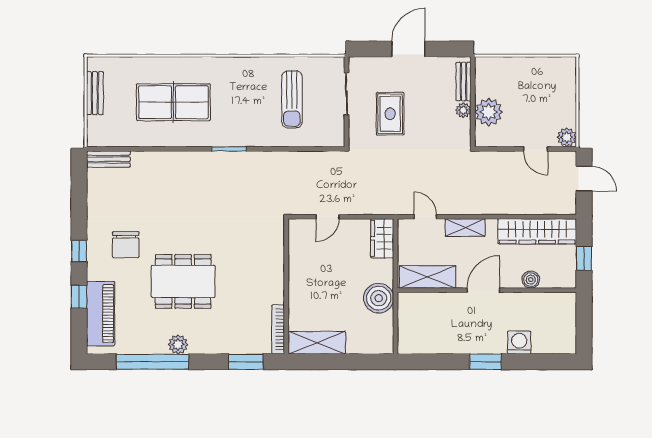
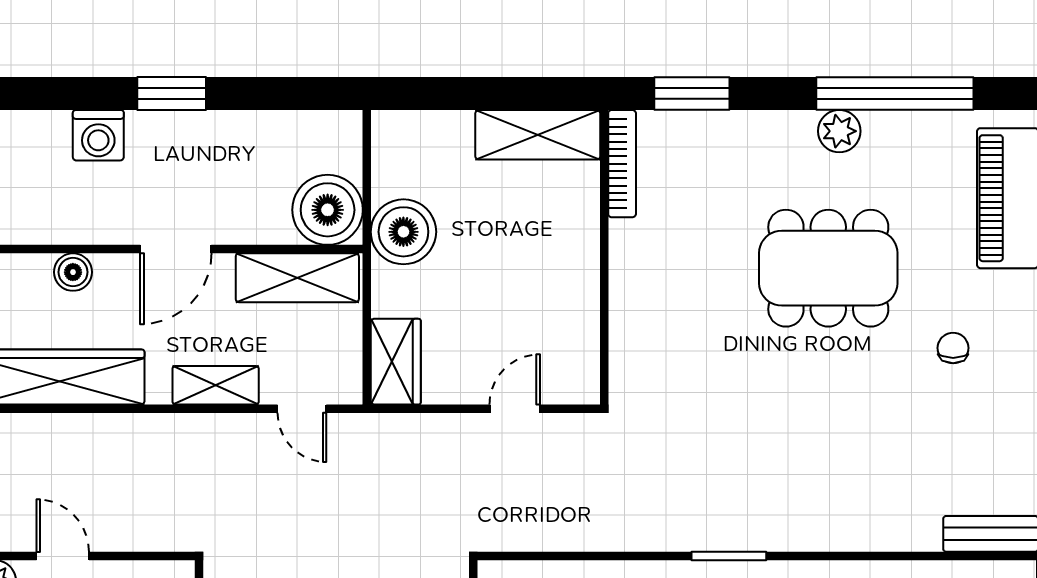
chair: (126, 245) -> (953, 348), width x0.54, depth x0.54
boiler: (414, 308) -> (328, 210), added

